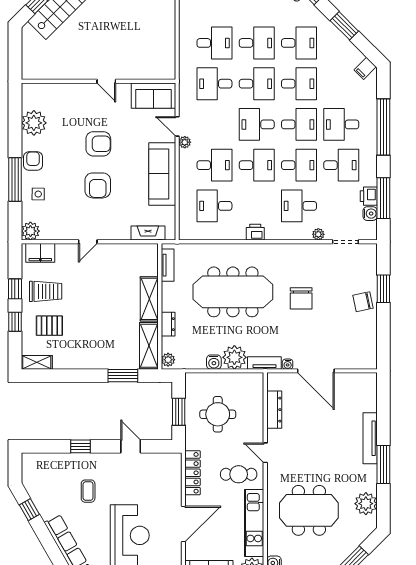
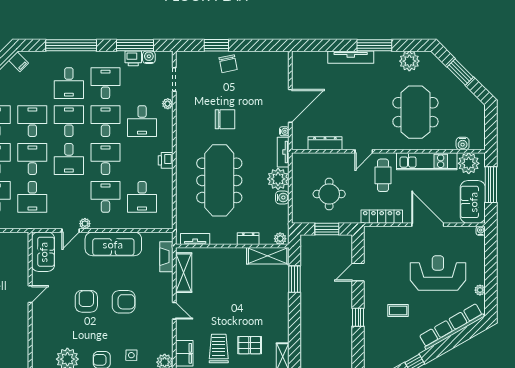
shelving: (149, 299) -> (184, 273), moved, turned 90
pallet: (49, 326) -> (250, 345), turned 90

